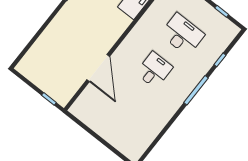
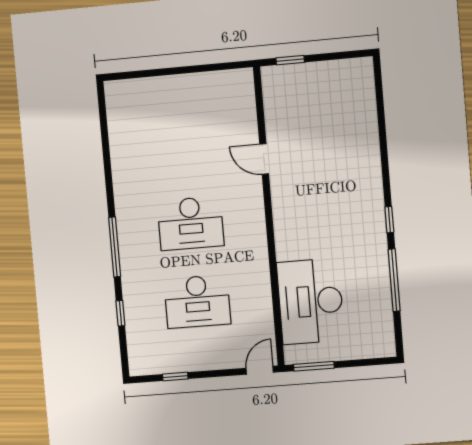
door: (98, 68) -> (264, 159), width x0.53
desk: (154, 70) -> (191, 223), width x1.37

